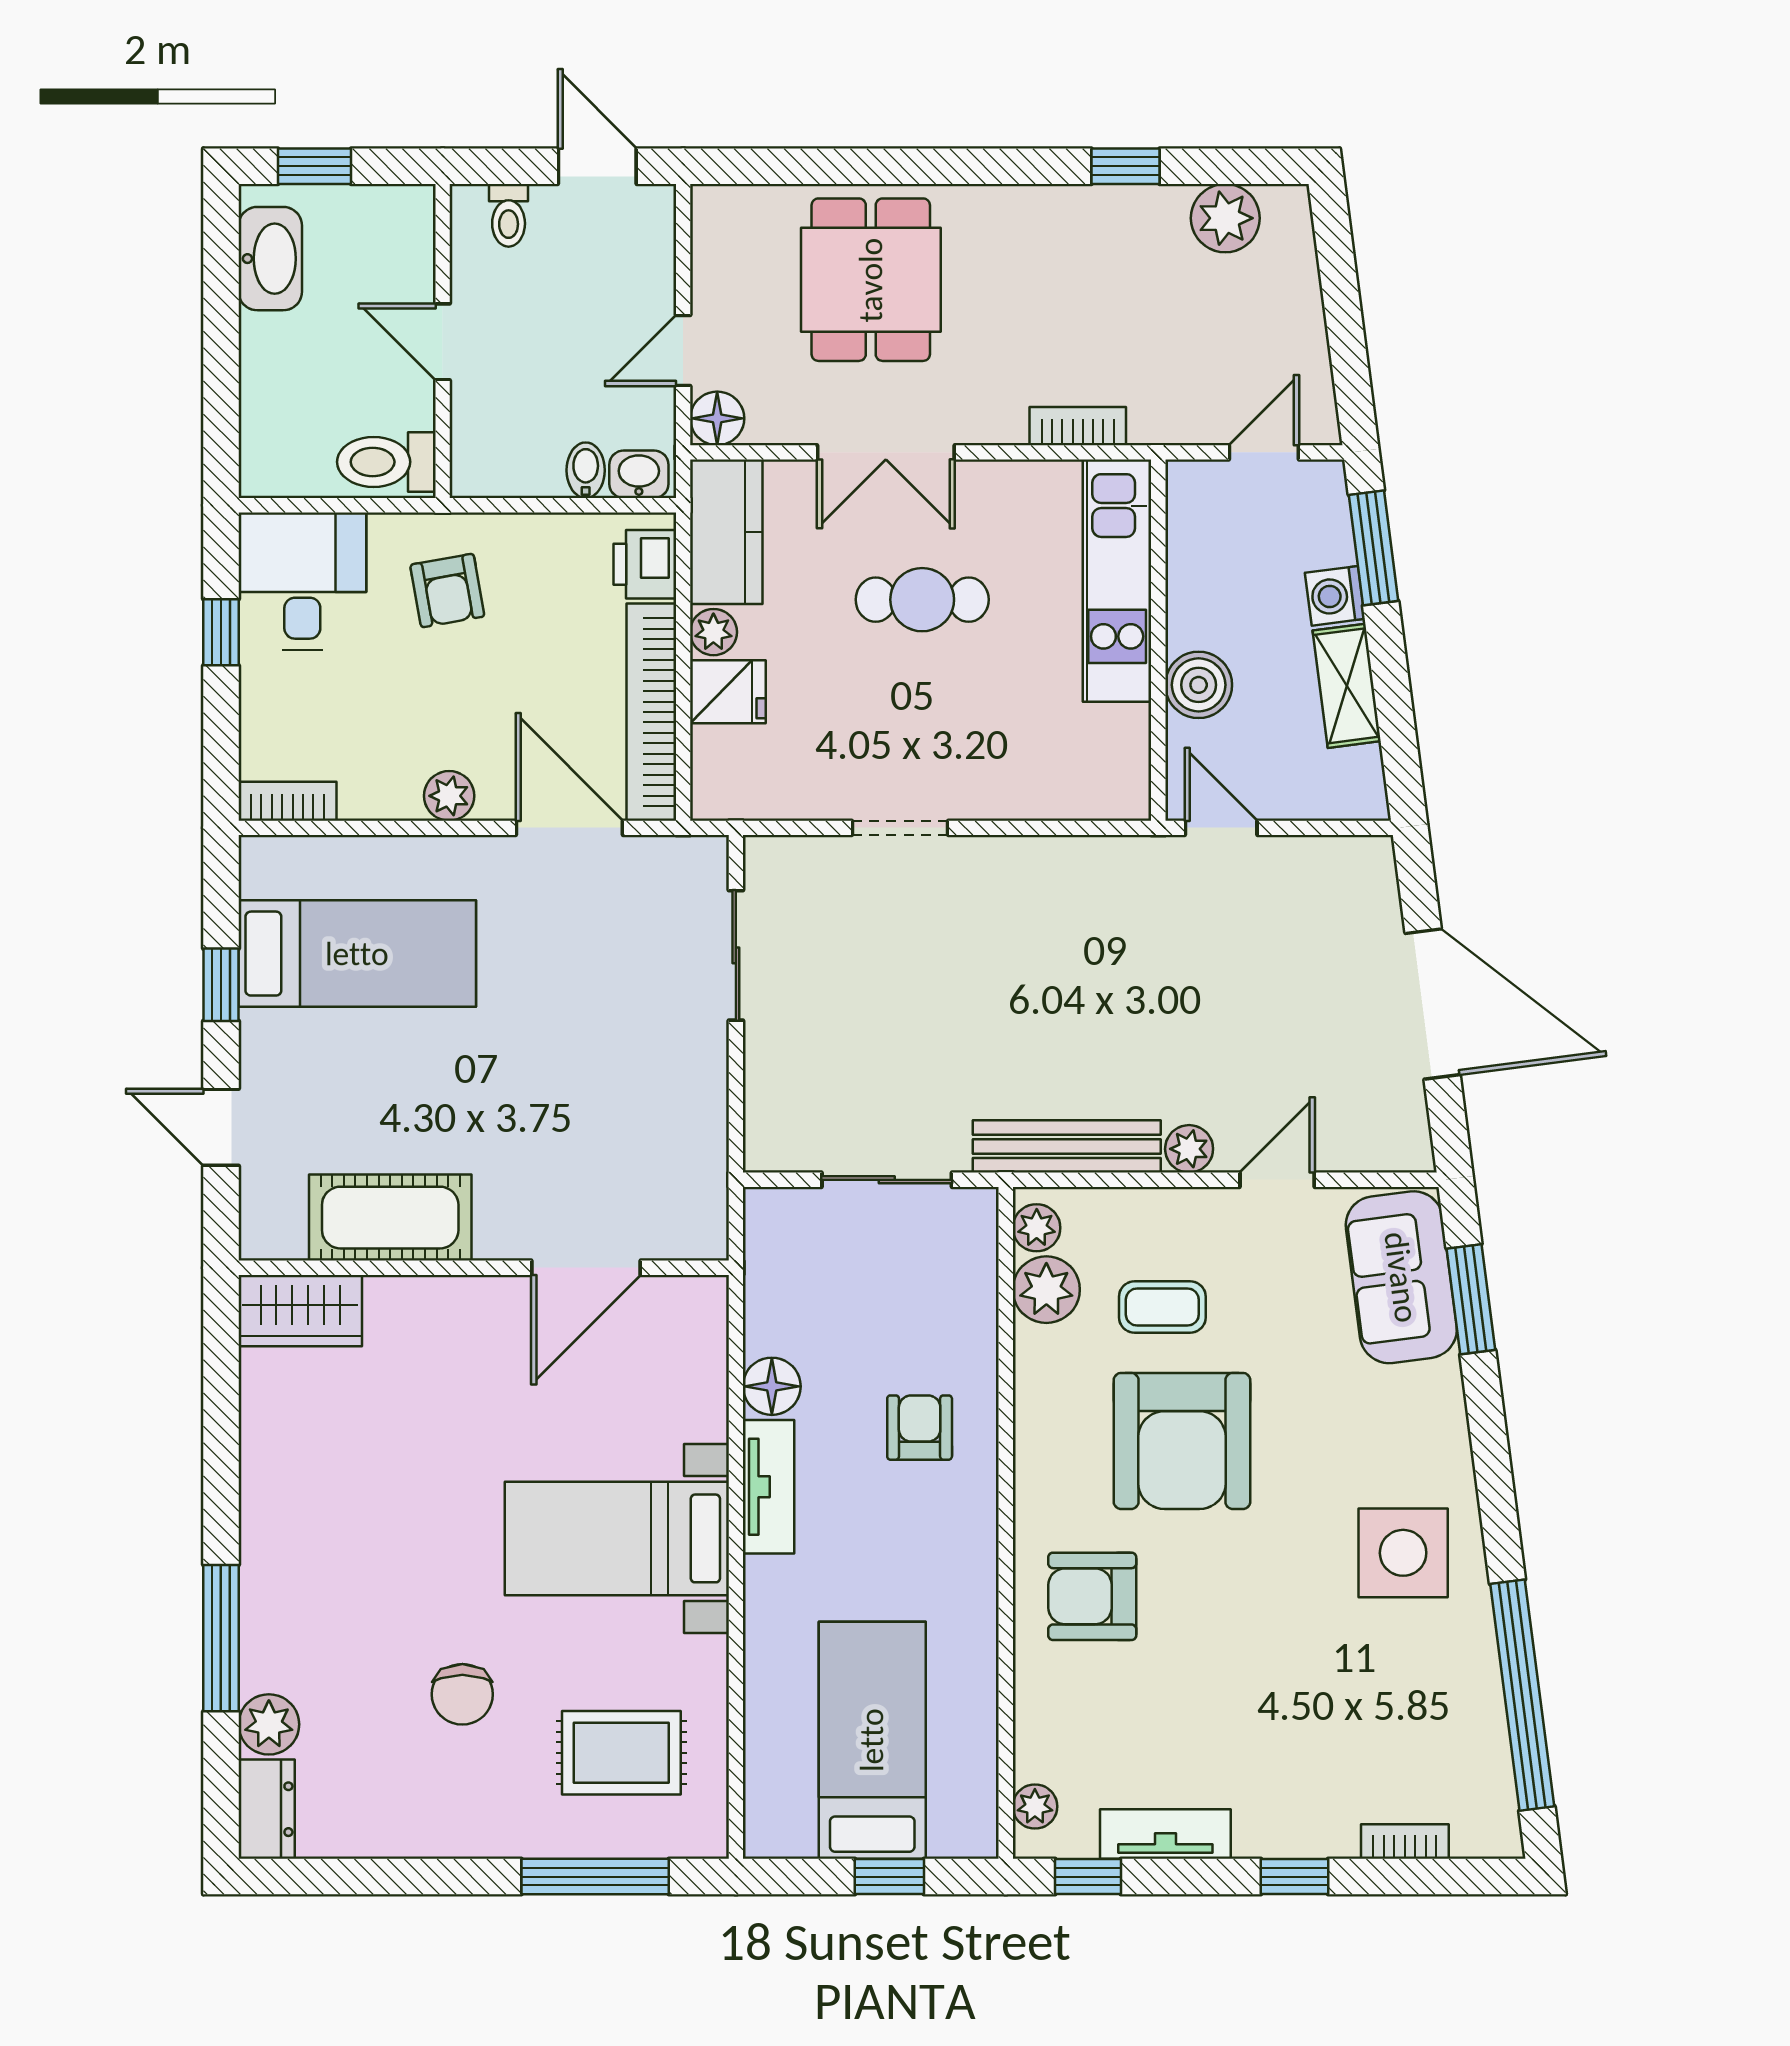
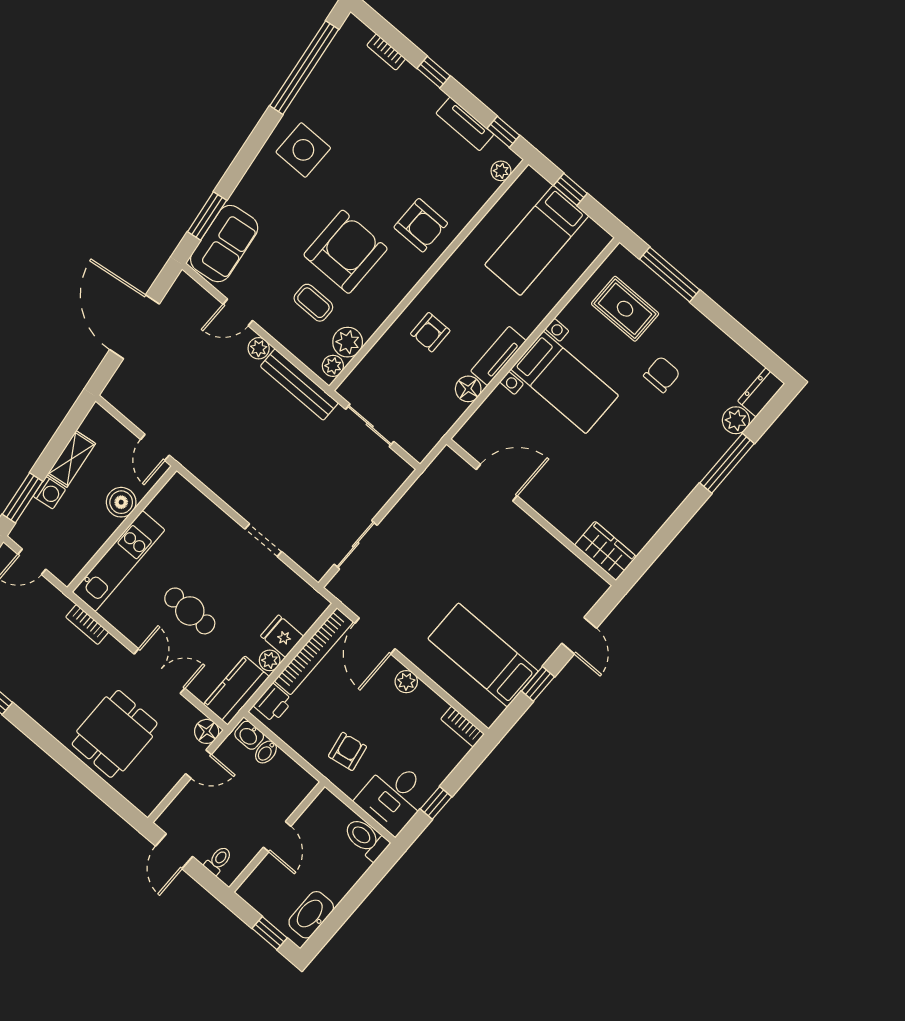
toilet: (386, 462) -> (366, 839), moved, turned 180
cot: (390, 1218) -> (548, 556), removed

